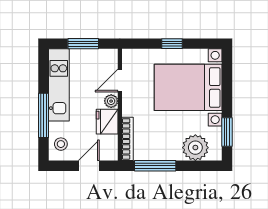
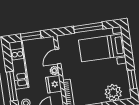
window: (172, 44) -> (88, 28), width x2.17
bed with nightstands: (188, 87) -> (102, 48), width x0.73

